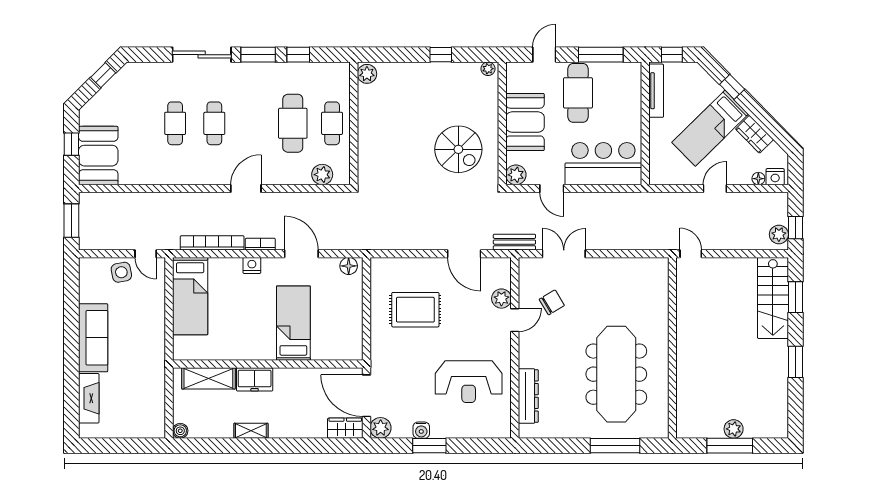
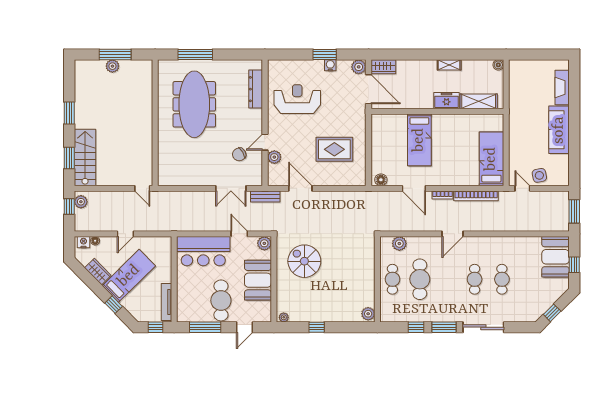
nightstand: (252, 265) -> (448, 180), removed

